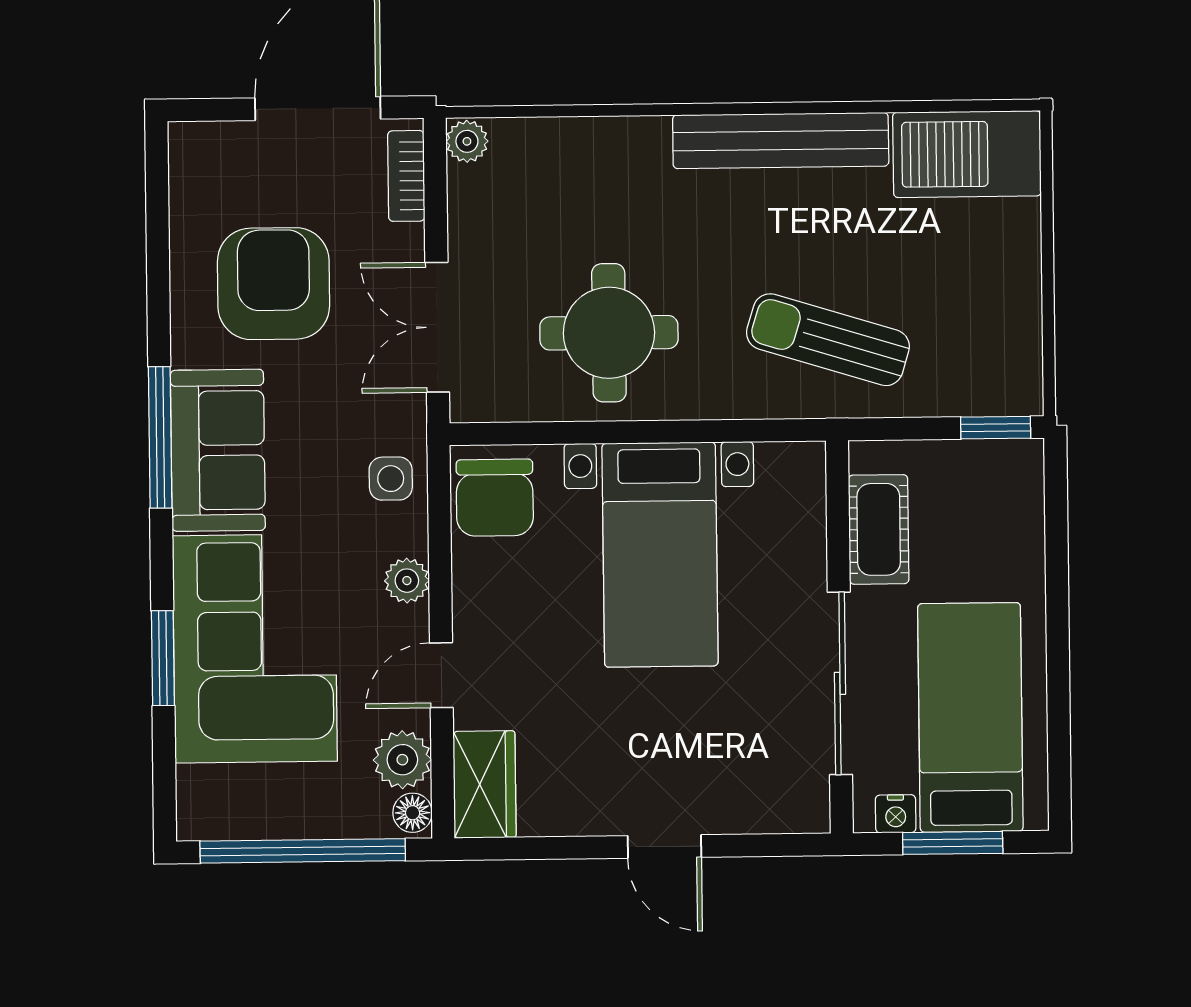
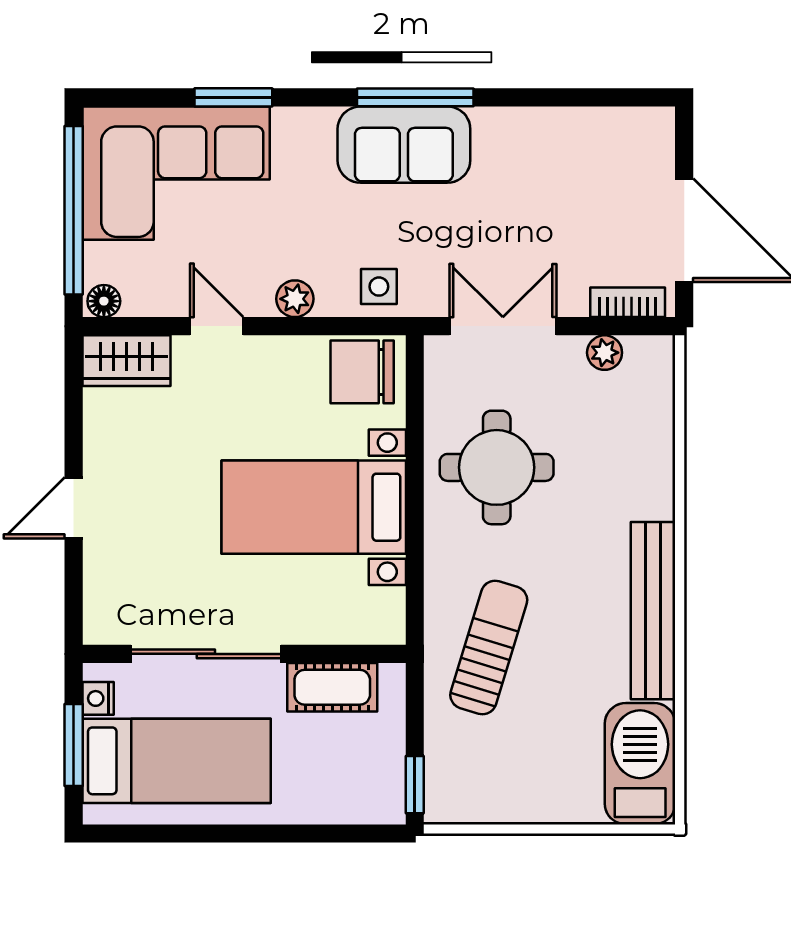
plant: (467, 141) -> (605, 353), moved
armchair: (273, 284) -> (540, 192), removed
corner sofa: (255, 649) -> (176, 173), moved
plant: (402, 760) -> (148, 293), removed

